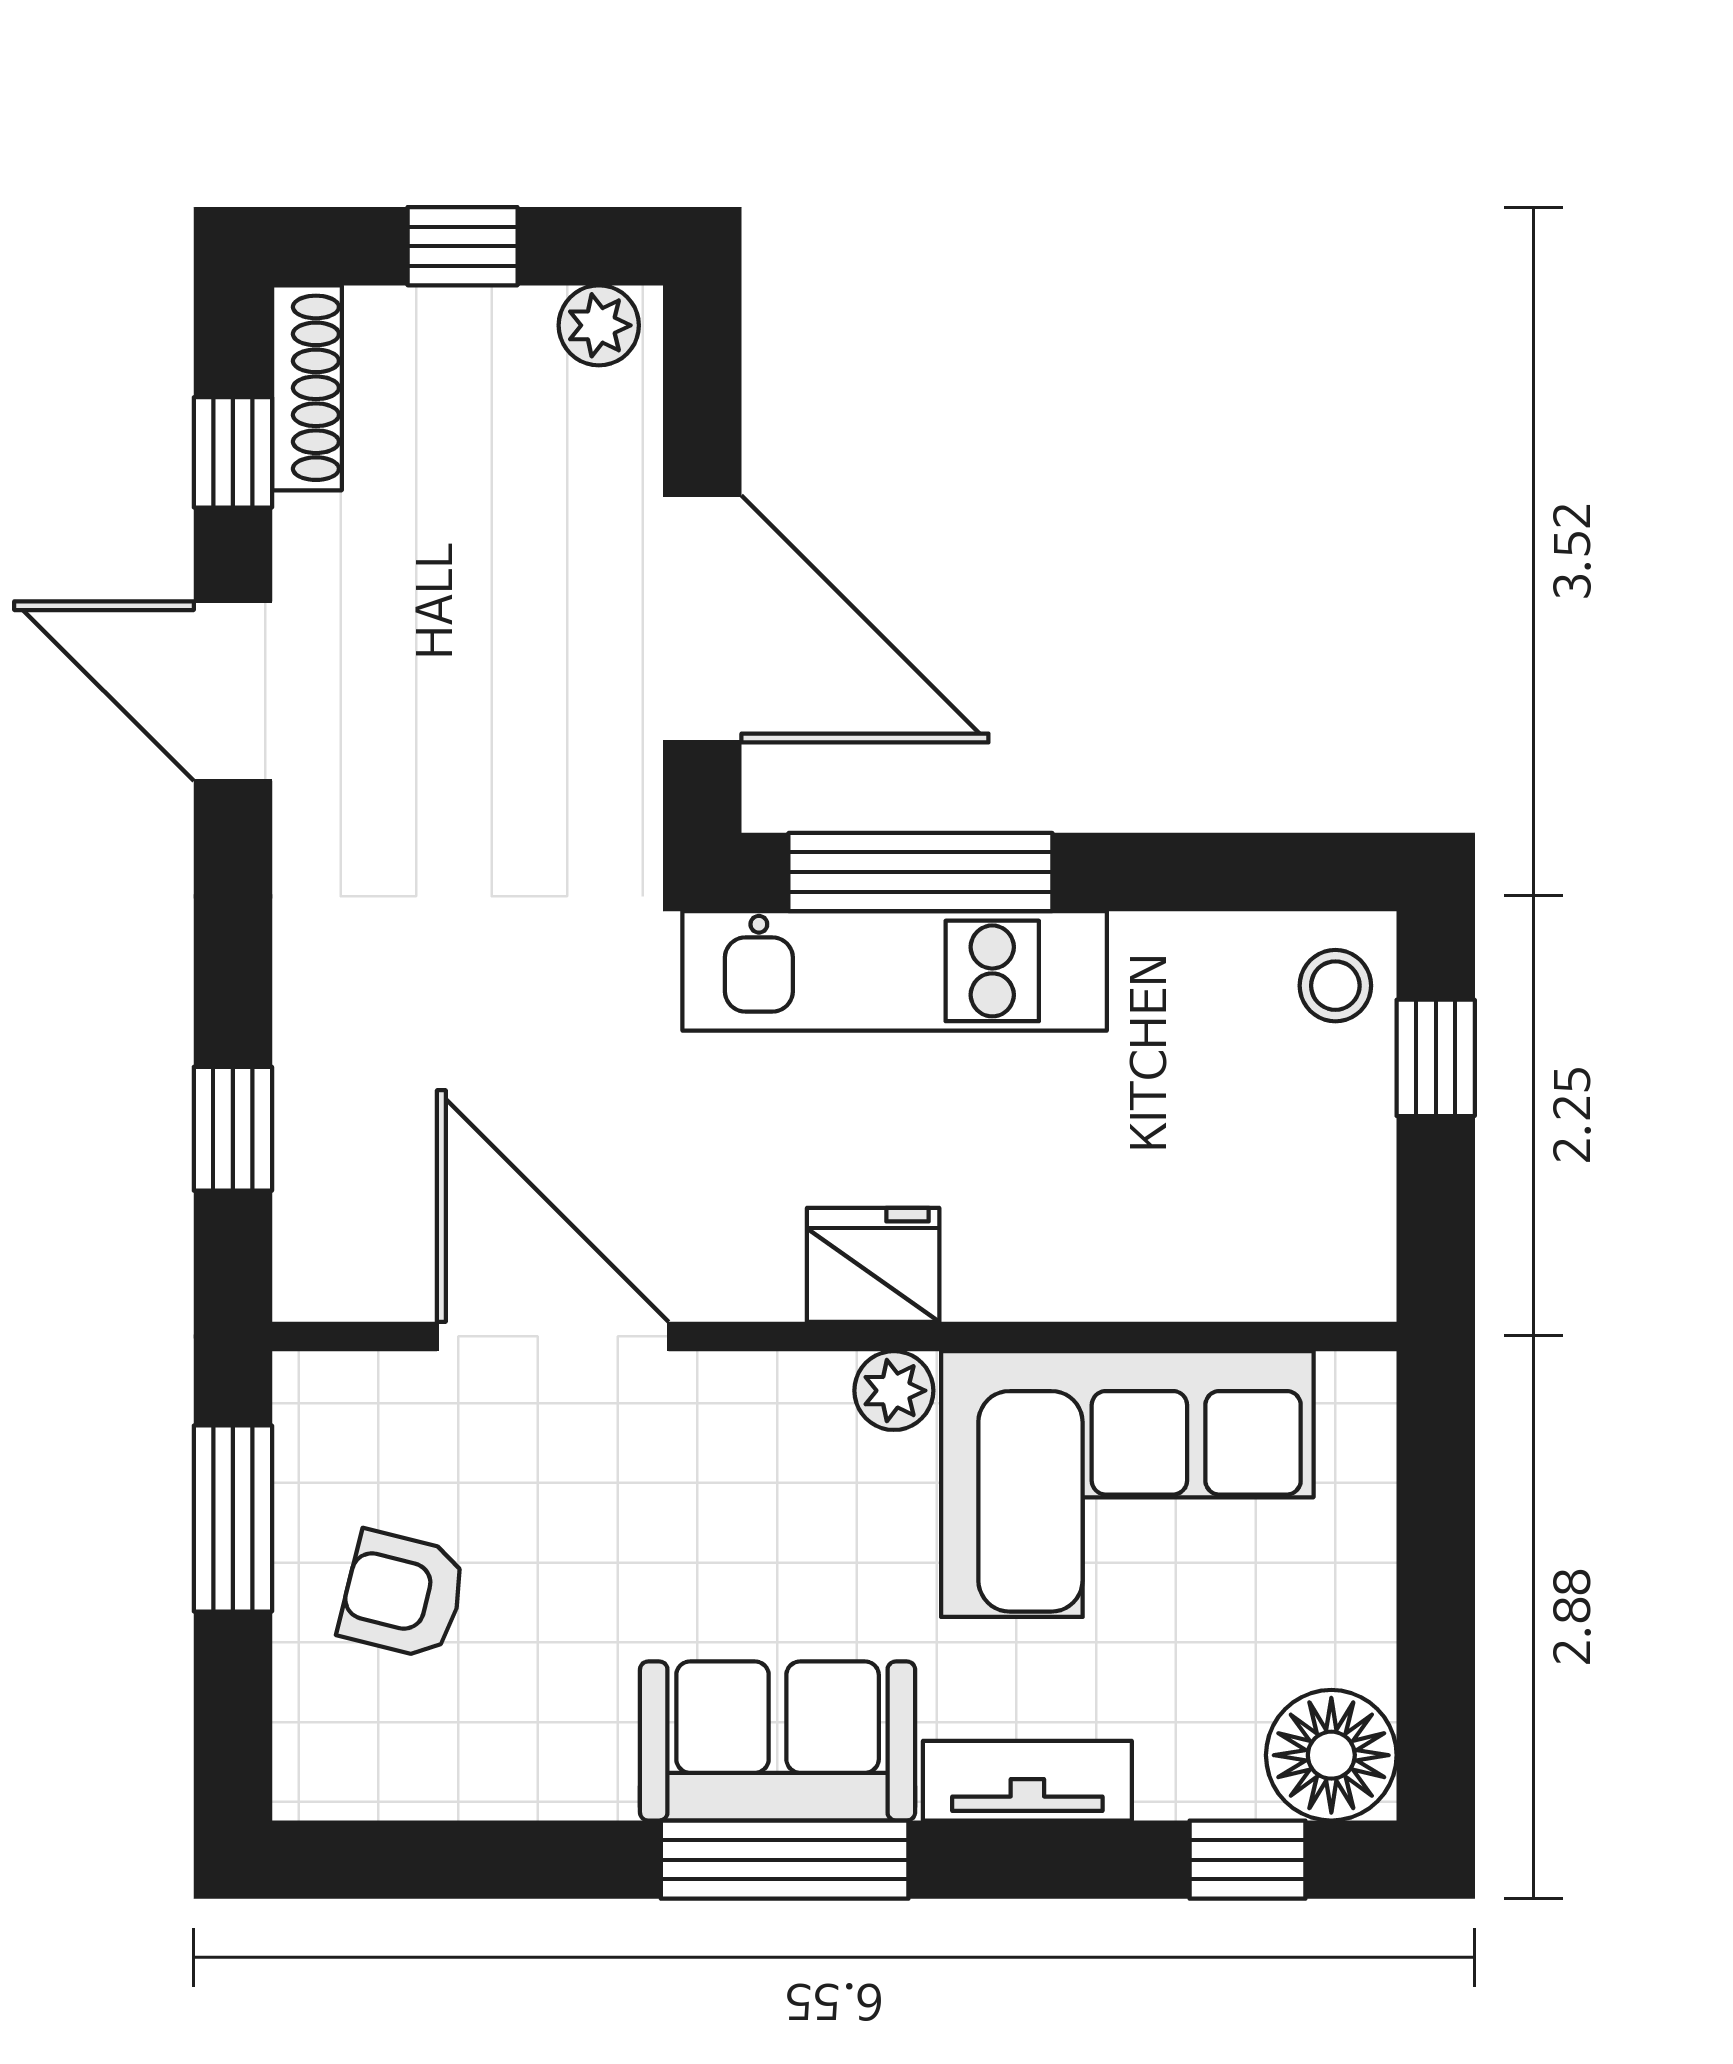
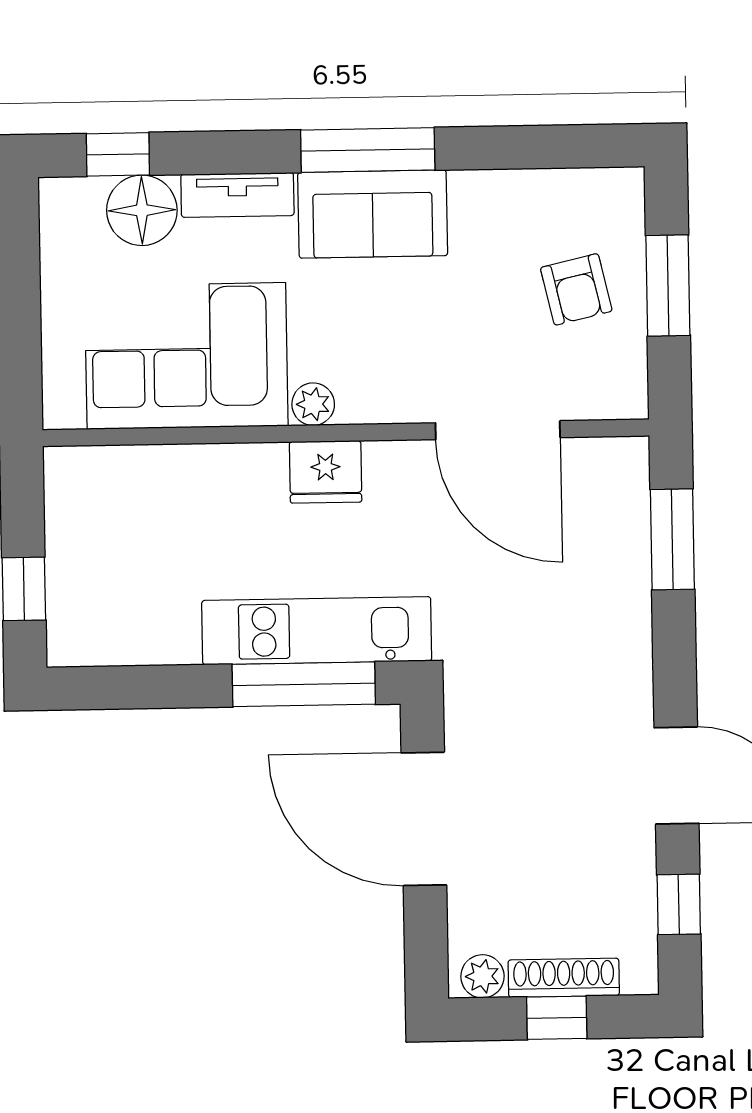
shoe rack: (307, 388) -> (564, 978), moved, turned 90
stool: (1335, 986) -> (79, 627), removed
window: (233, 1129) -> (672, 539), width x1.50
window: (233, 1518) -> (668, 285), moved
armchair: (403, 1595) -> (576, 289), turned 63
floor lamp: (1331, 1755) -> (142, 210), moved

